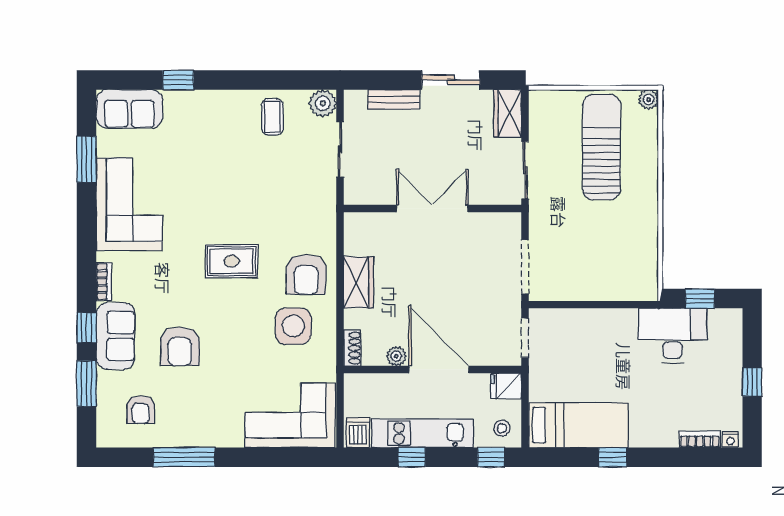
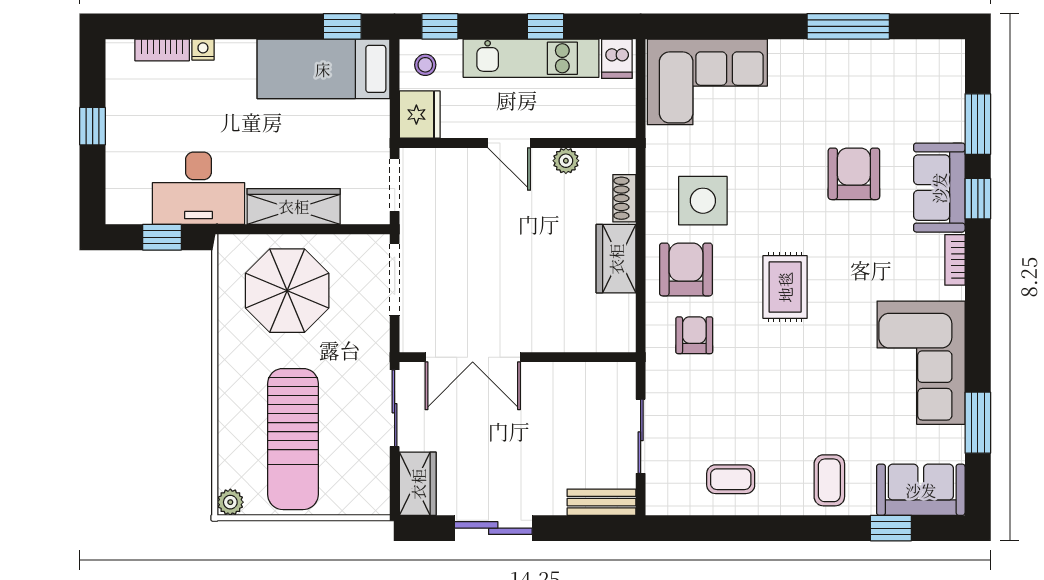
window: (178, 80) -> (891, 528), moved
bench: (394, 99) -> (601, 502), moved
plant: (323, 103) -> (664, 497), removed
coffee table: (198, 116) -> (829, 480), added
coffee table: (272, 117) -> (731, 479), turned 90
double door: (432, 209) -> (473, 357), moved
parasol: (606, 258) -> (287, 291), added
rug: (232, 261) -> (785, 287), turned 90
wardrobe: (601, 322) -> (294, 206), added
shoe rack: (352, 348) -> (624, 198), moved
door: (439, 369) -> (509, 143), width x0.53
fridge: (506, 386) -> (420, 115), width x1.38
armchair: (141, 410) -> (694, 335), moved
nightstand: (730, 440) -> (203, 50), moved
window: (613, 457) -> (342, 26), moved

